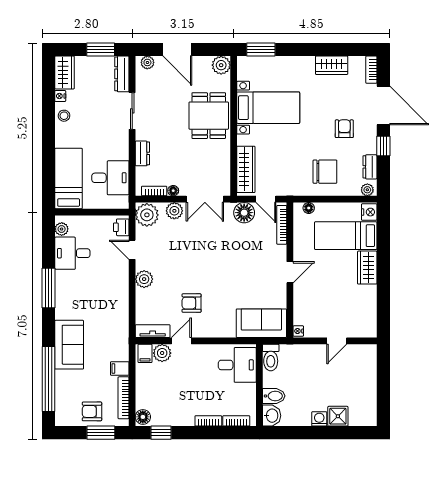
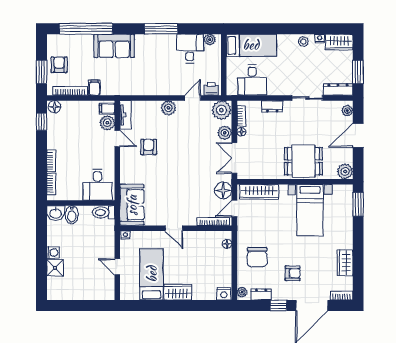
bed: (346, 236) -> (152, 274), moved

